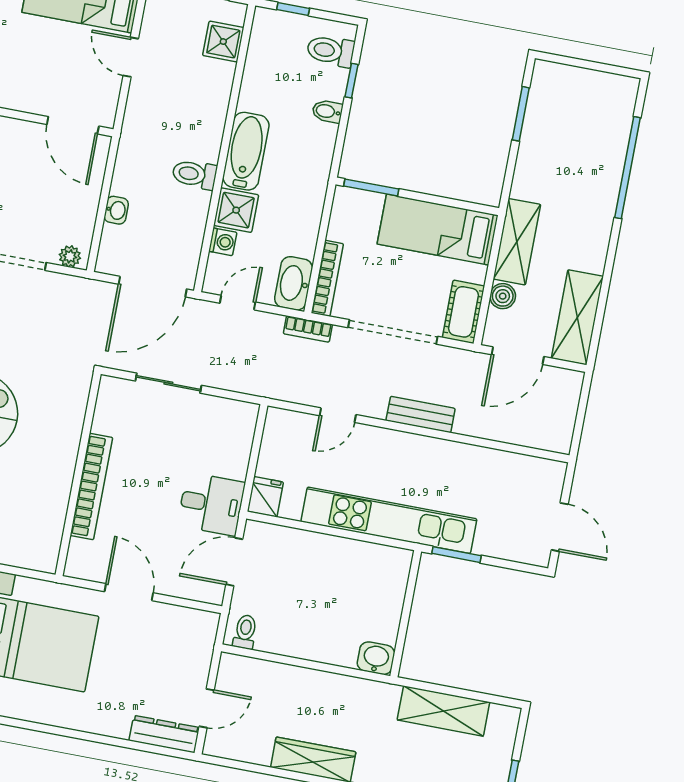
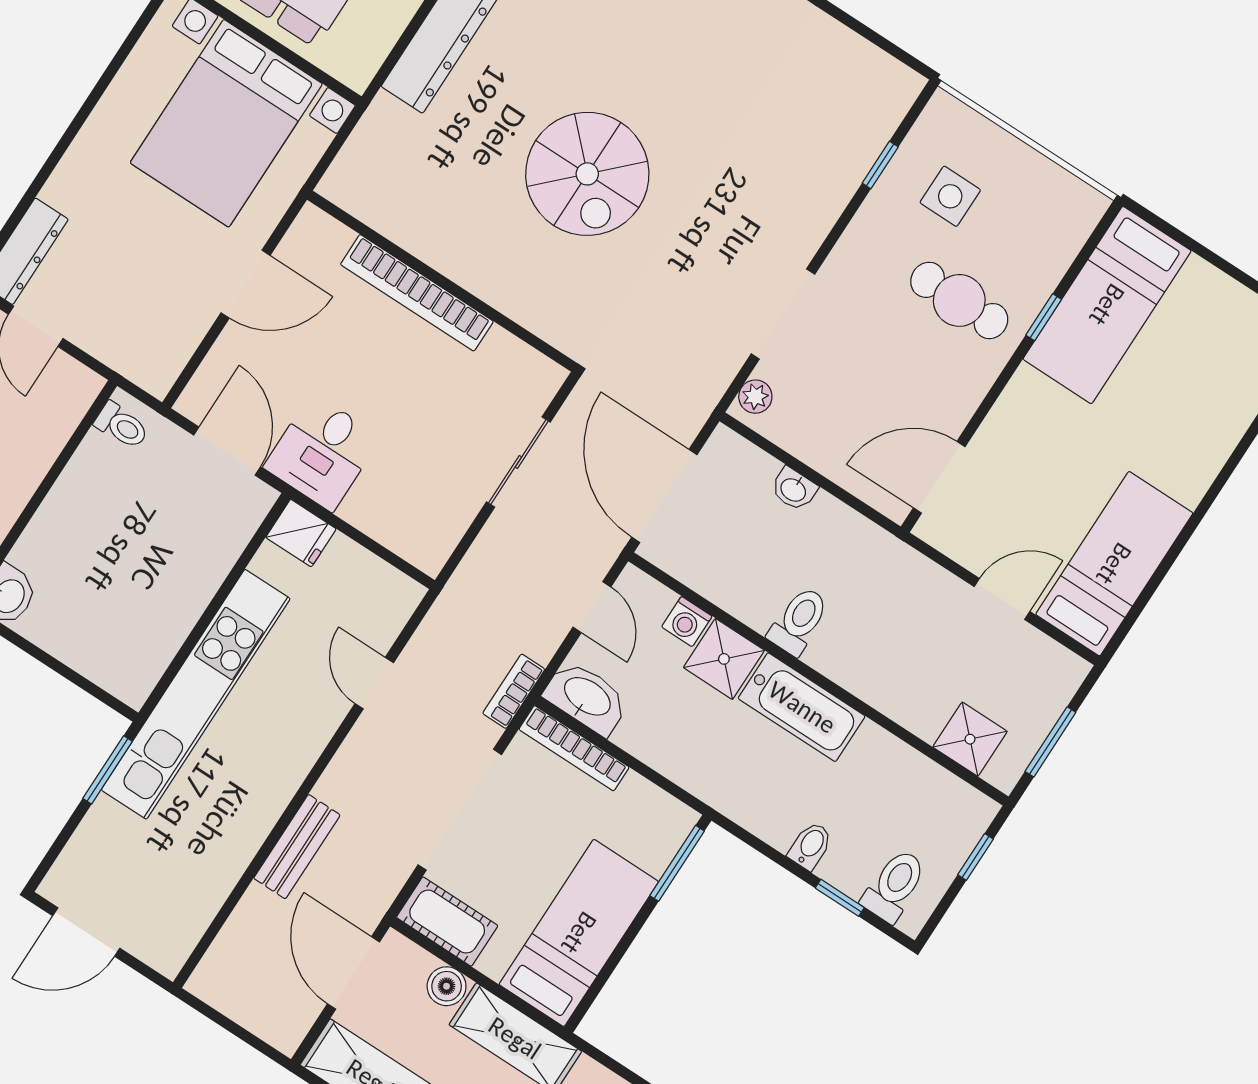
bench: (421, 415) -> (297, 847), moved

